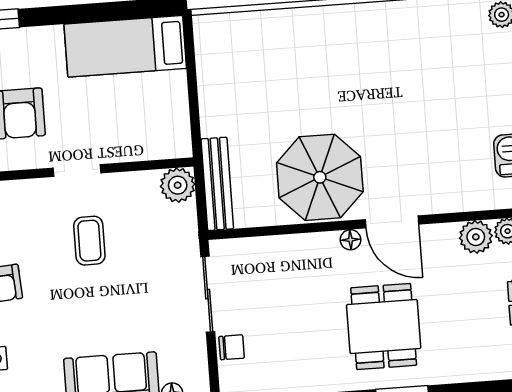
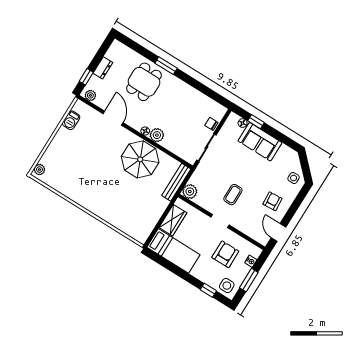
wardrobe: (170, 105) -> (173, 220), added
door: (392, 222) -> (113, 118), moved
plant: (476, 237) -> (157, 135), moved
dining table: (384, 326) -> (144, 82), moved

